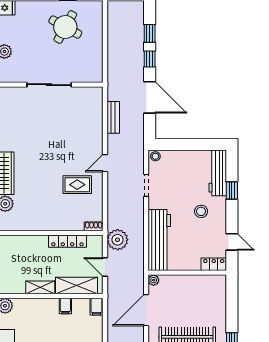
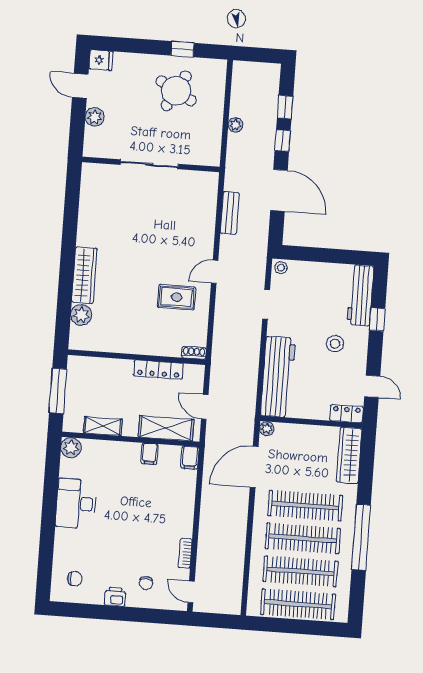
plant: (118, 240) -> (235, 125), moved, width x0.53, depth x0.53
shelving: (40, 287) -> (103, 426), moved
wardrobe: (218, 296) -> (349, 455), added

